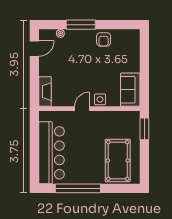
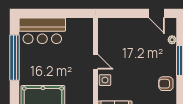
fireplace: (45, 92) -> (113, 24), removed
bar counter: (52, 153) -> (42, 31), width x0.73

